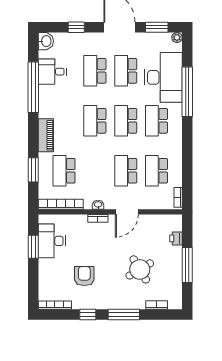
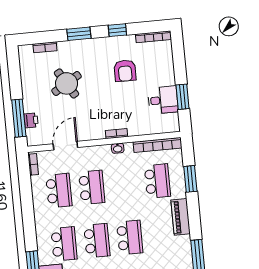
door: (127, 212) -> (65, 146), moved
desk: (52, 241) -> (163, 100), width x0.73
window: (187, 265) -> (19, 118), moved
window: (124, 314) -> (79, 34), width x0.69

